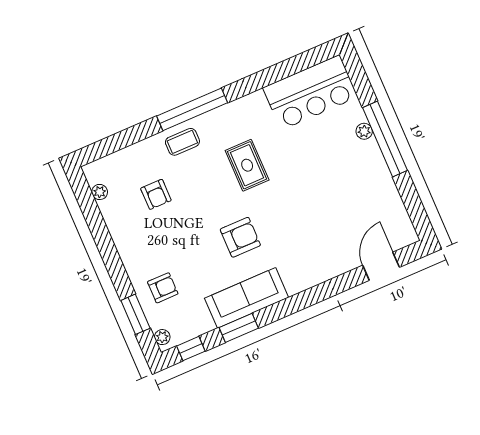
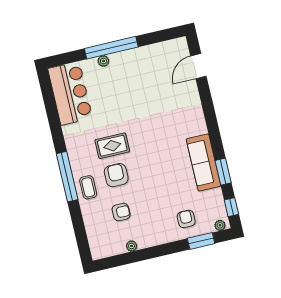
plant: (100, 192) -> (132, 246), moved
armchair: (240, 237) -> (116, 175), moved
door: (381, 266) -> (198, 66), hinge flipped

